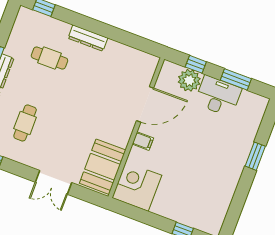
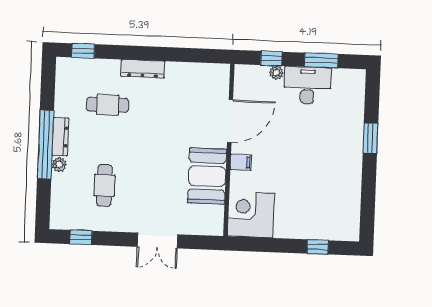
plant: (189, 80) -> (276, 73), width x0.53, depth x0.53
booth: (103, 167) -> (207, 176), moved

